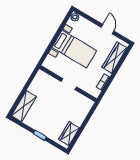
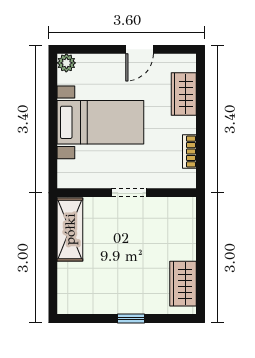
door: (107, 29) -> (140, 49), swing flipped
wardrobe: (115, 58) -> (184, 94), width x0.67
shelving: (24, 106) -> (70, 229), moved

